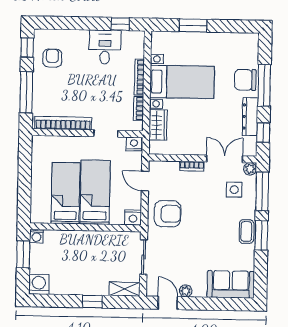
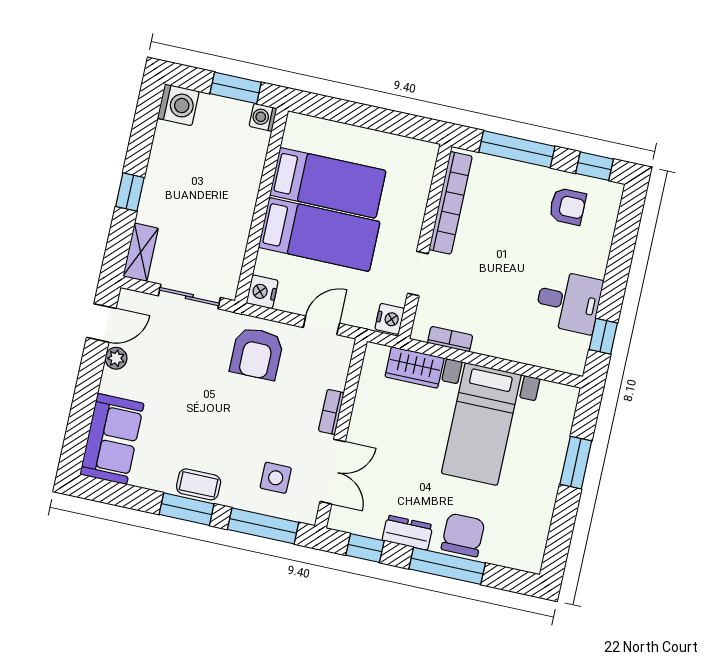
bookcase: (139, 77) -> (504, 351), removed
dresser: (250, 117) -> (407, 533), width x0.70
plant: (250, 169) -> (306, 512), removed

